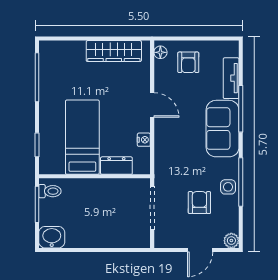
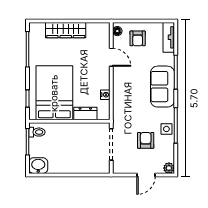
wardrobe: (114, 51) -> (66, 30), moved
tv unit: (231, 78) -> (169, 37), moved
door: (152, 105) -> (111, 57), moved
bed: (82, 137) -> (54, 93), width x1.50

